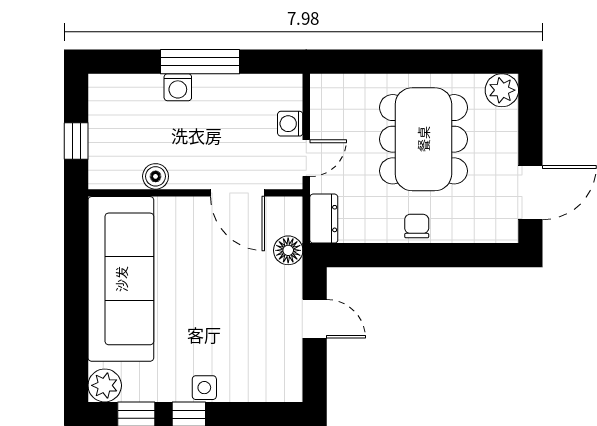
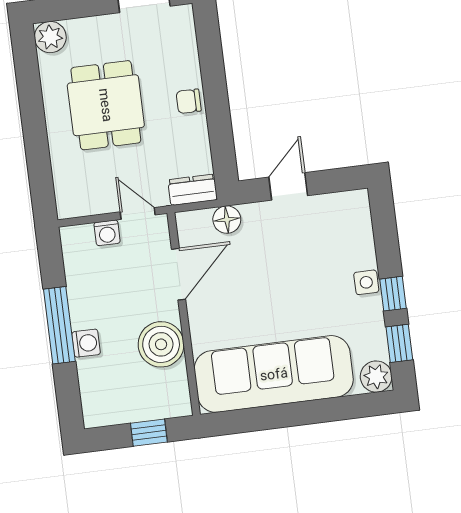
dining table: (423, 139) -> (106, 105), width x0.73
boiler: (156, 176) -> (161, 344), width x1.86, depth x1.86

